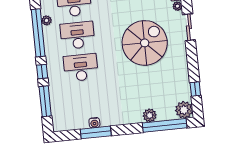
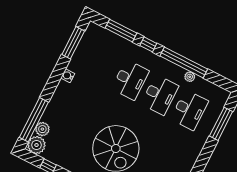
plant: (150, 115) -> (42, 129), moved
water cooler: (94, 123) -> (68, 76), moved
window: (96, 132) -> (73, 43), moved

